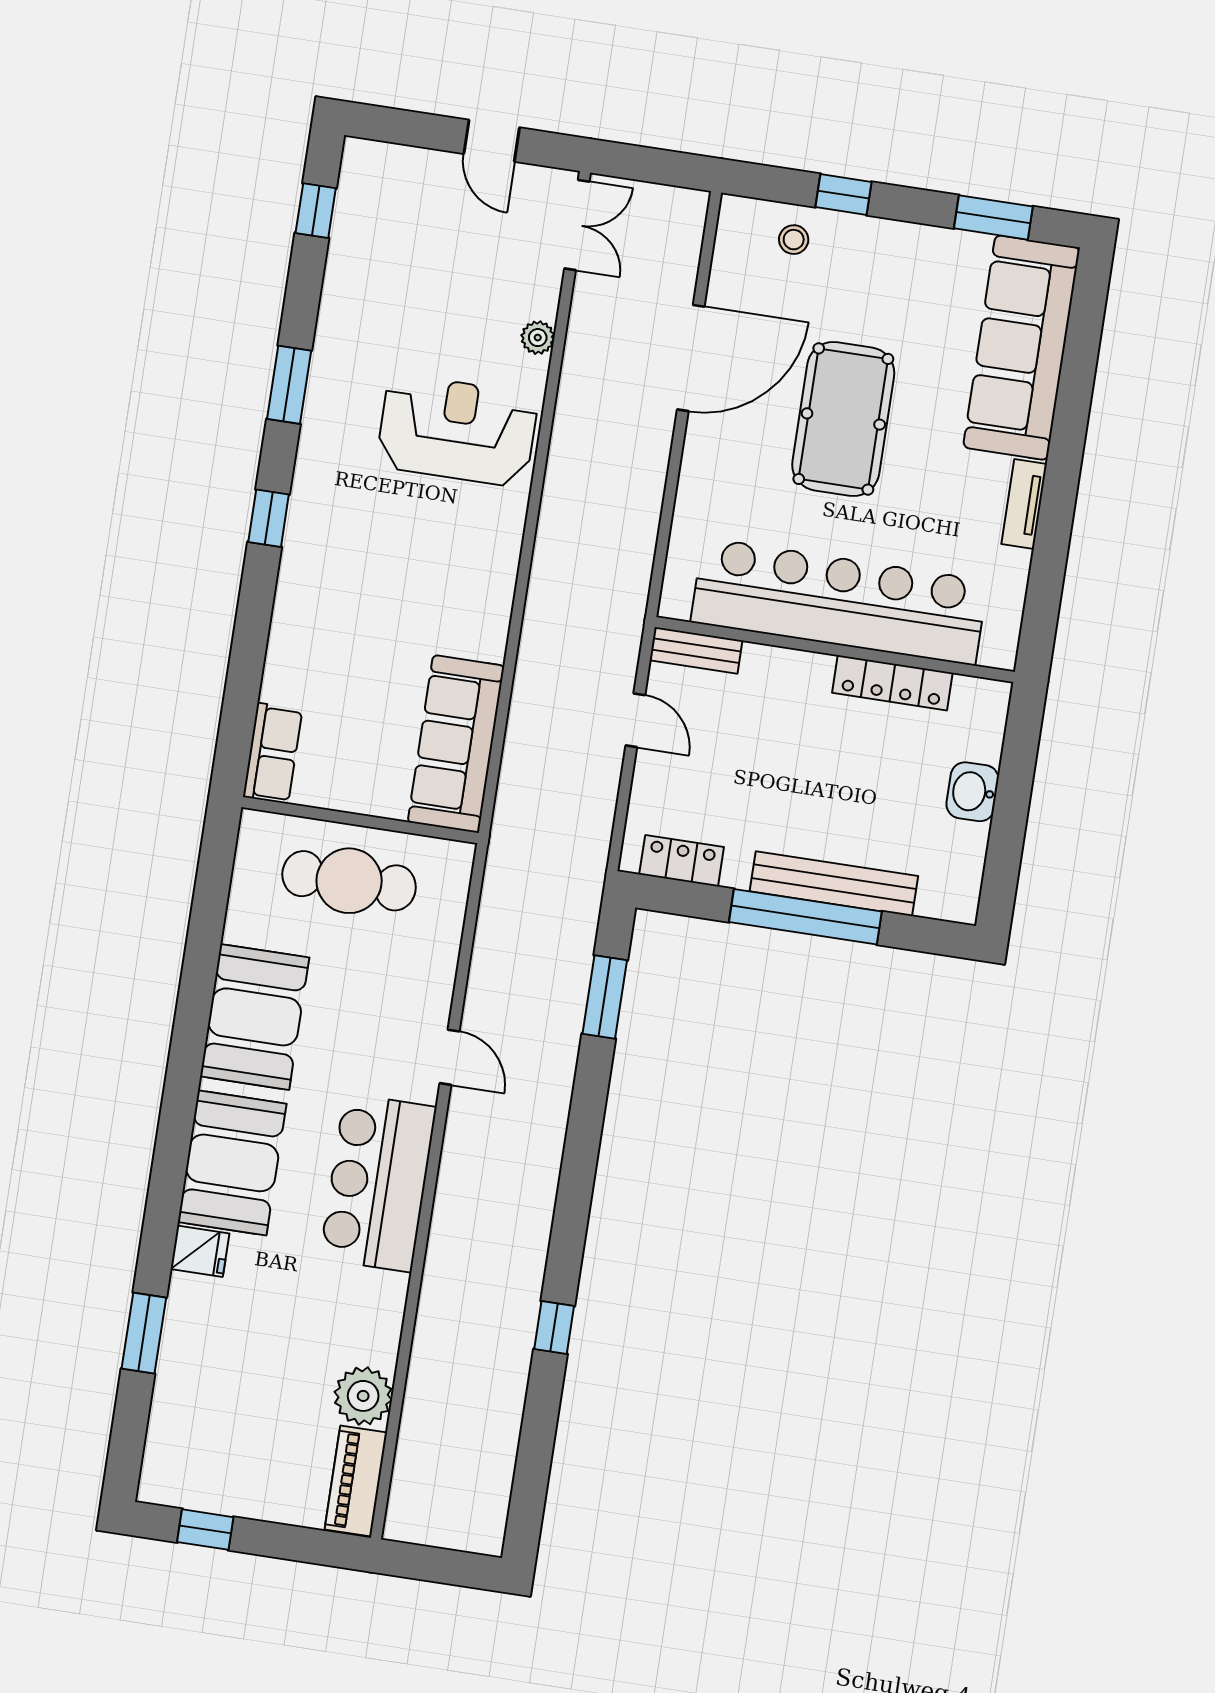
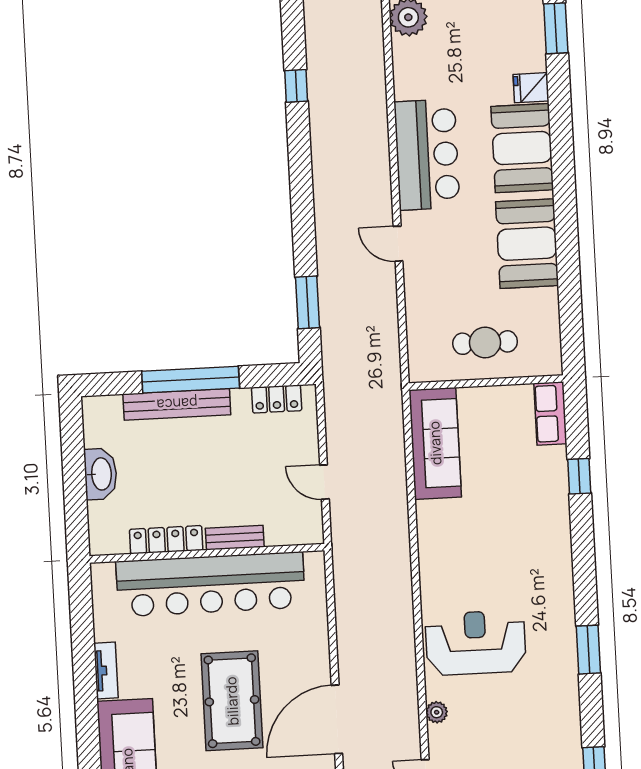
reception desk: (457, 430) -> (476, 643), turned 180
window: (269, 518) -> (579, 476), moved
bench: (696, 650) -> (235, 538), moved
washbasin: (973, 792) -> (101, 474), width x1.38
cafe table: (349, 881) -> (485, 343), width x0.73, depth x0.74

